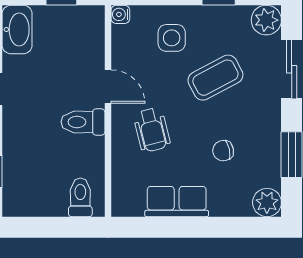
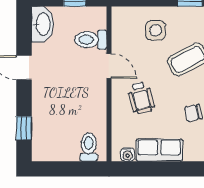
water cooler: (120, 14) -> (128, 154), moved, turned -90
toilet: (83, 122) -> (91, 40), moved

